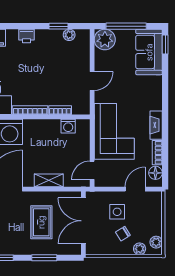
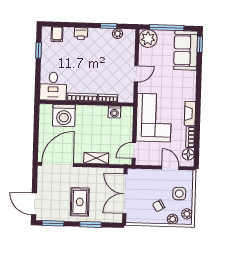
door: (135, 189) -> (170, 168), hinge flipped
side table: (117, 212) -> (179, 194), moved
rug: (41, 222) -> (80, 202), moved

